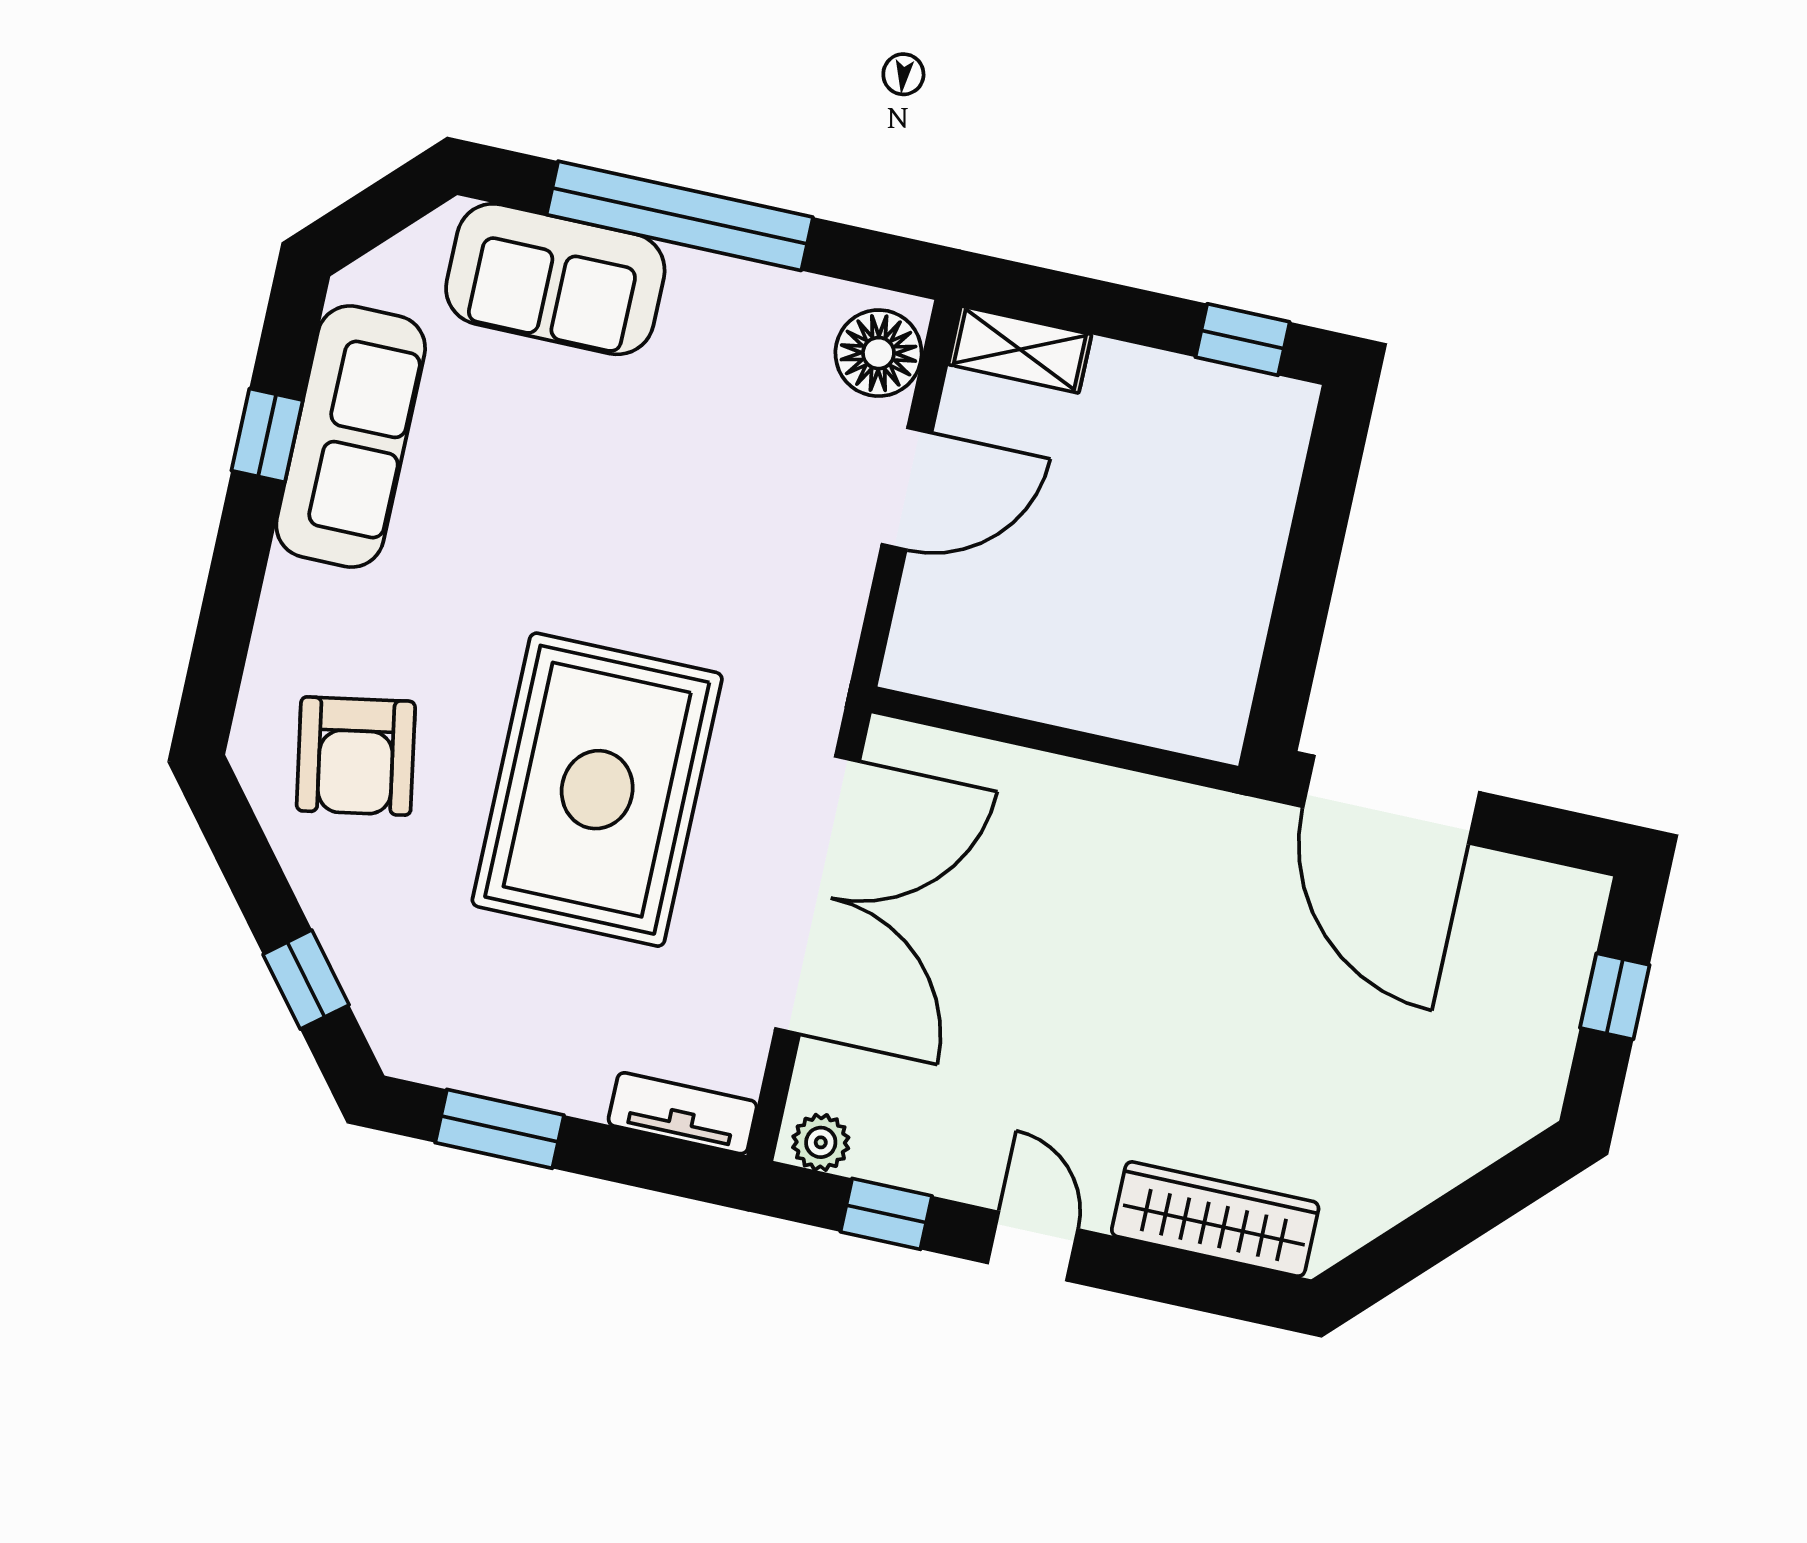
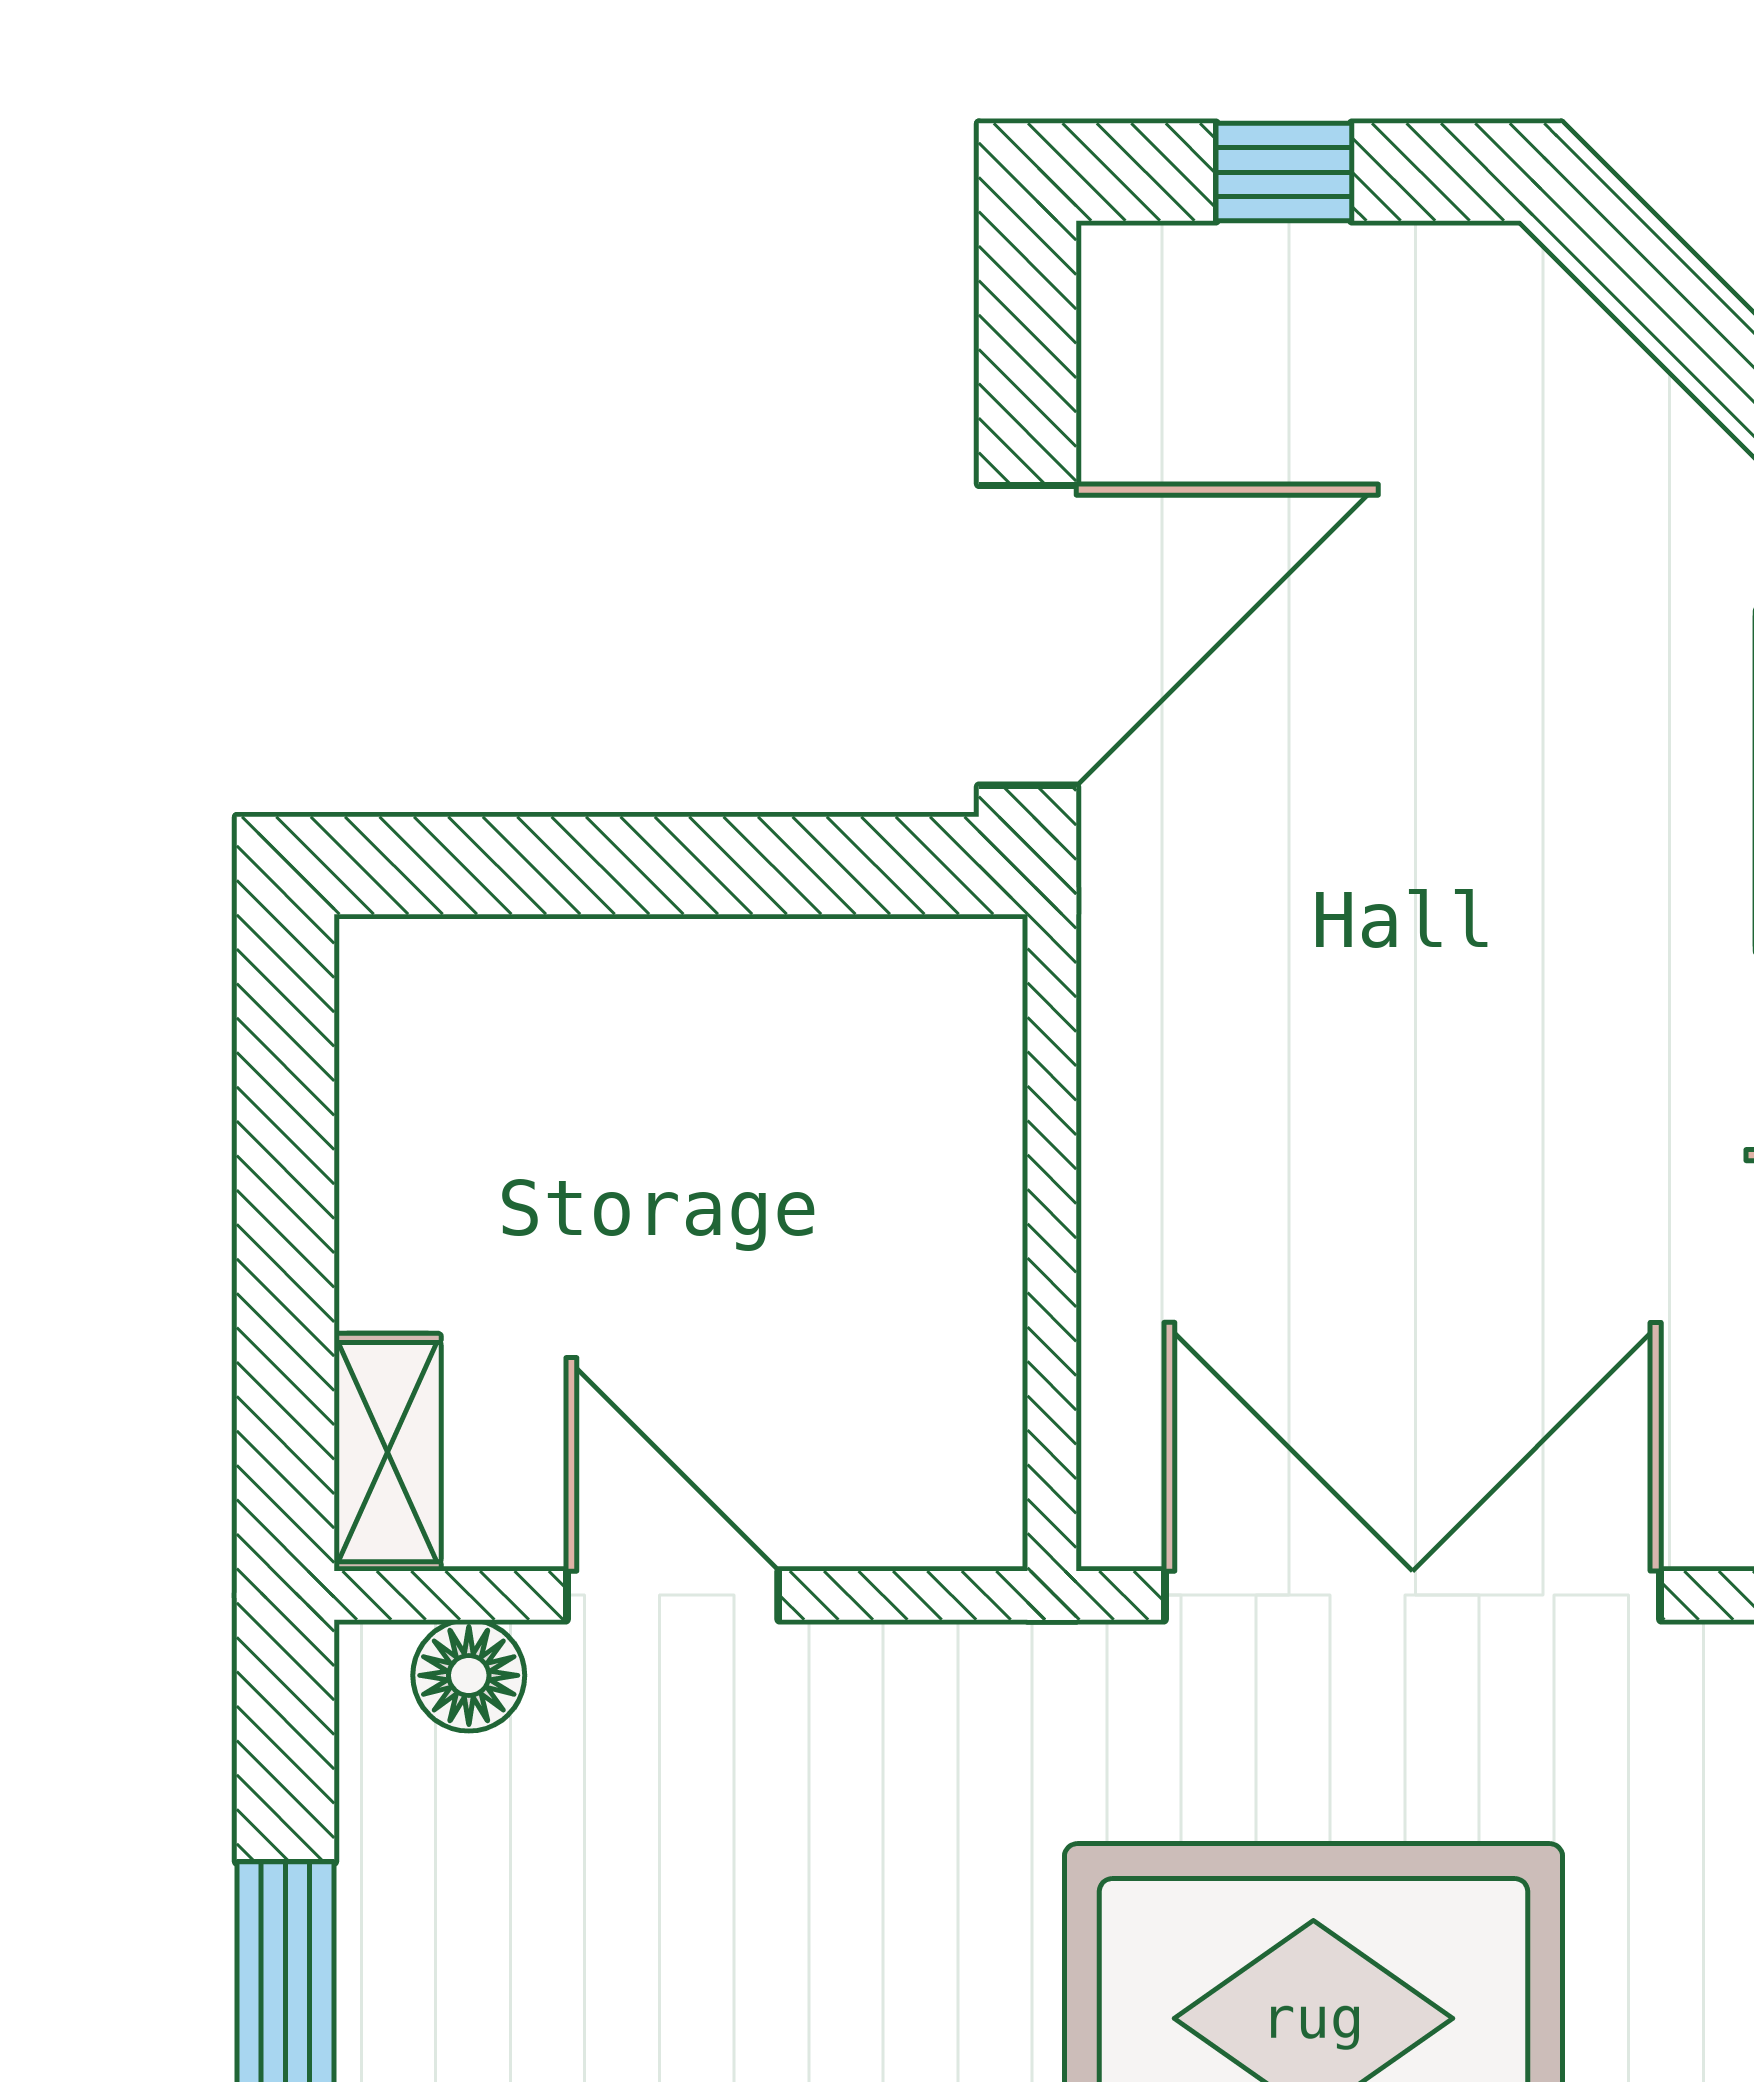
window: (1243, 340) -> (285, 1069), removed
floor lamp: (878, 353) -> (469, 1675), width x0.73, depth x0.73

